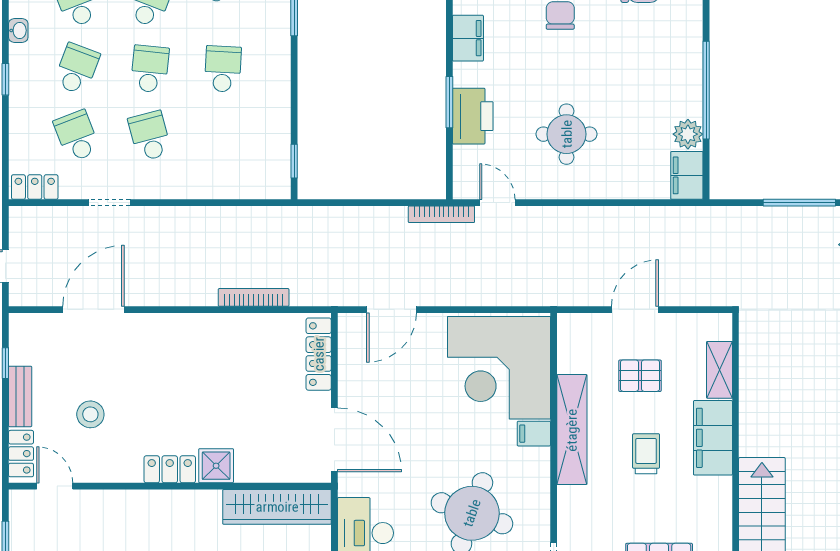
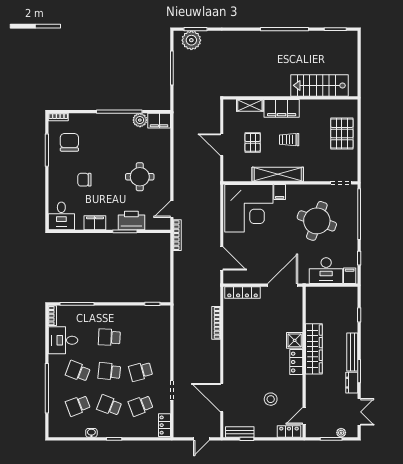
bench: (20, 396) -> (240, 432), moved
wardrobe: (277, 507) -> (314, 349), moved

